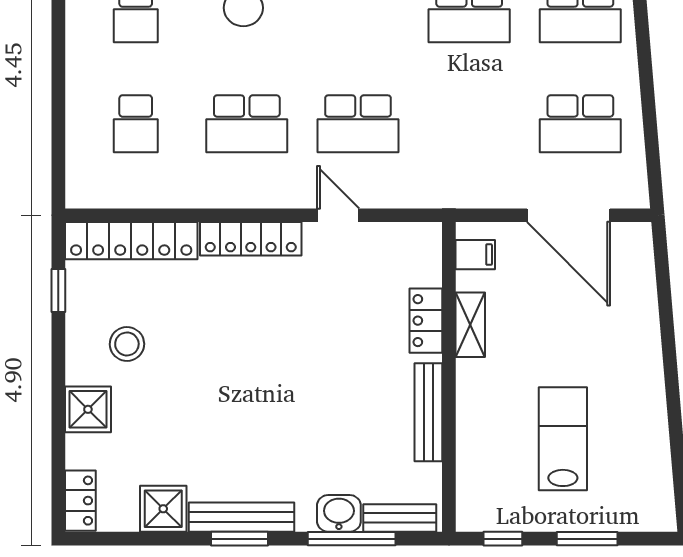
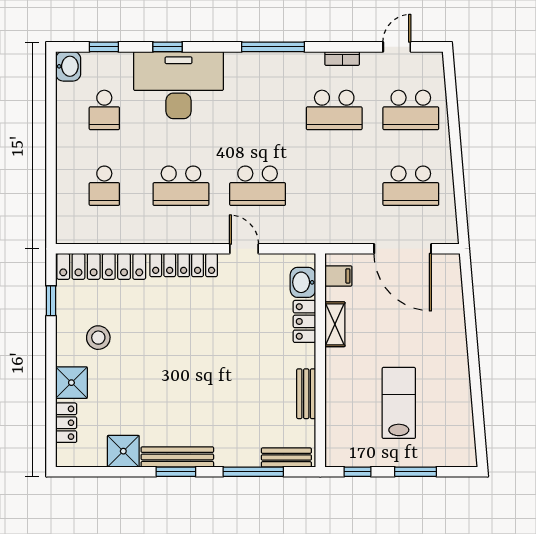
bench: (428, 412) -> (306, 394), width x0.73
locker: (80, 501) -> (66, 423), moved
washbasin: (339, 513) -> (303, 282), moved, turned -90

